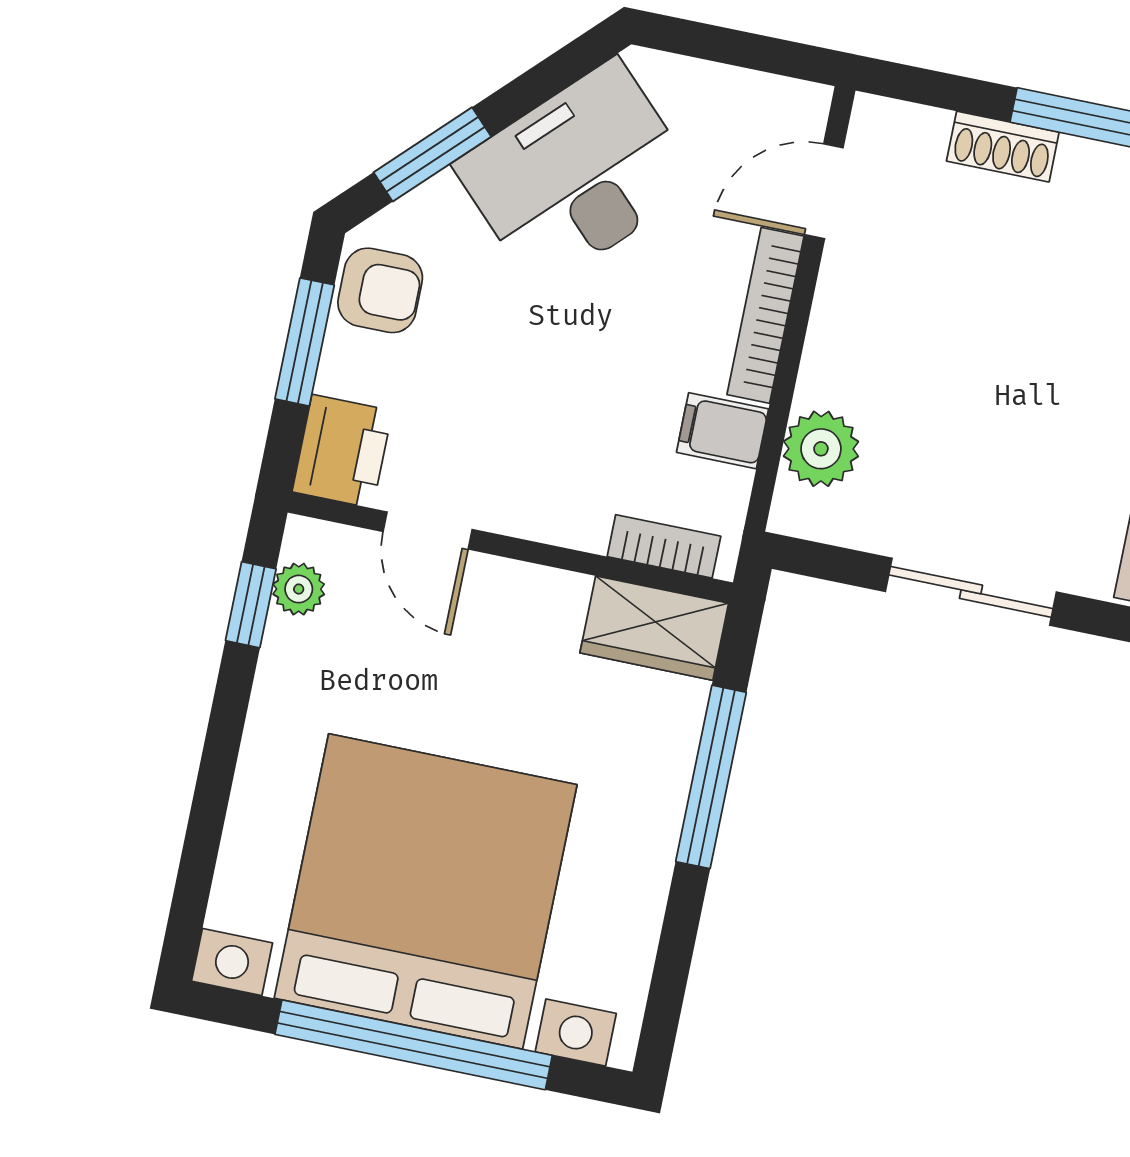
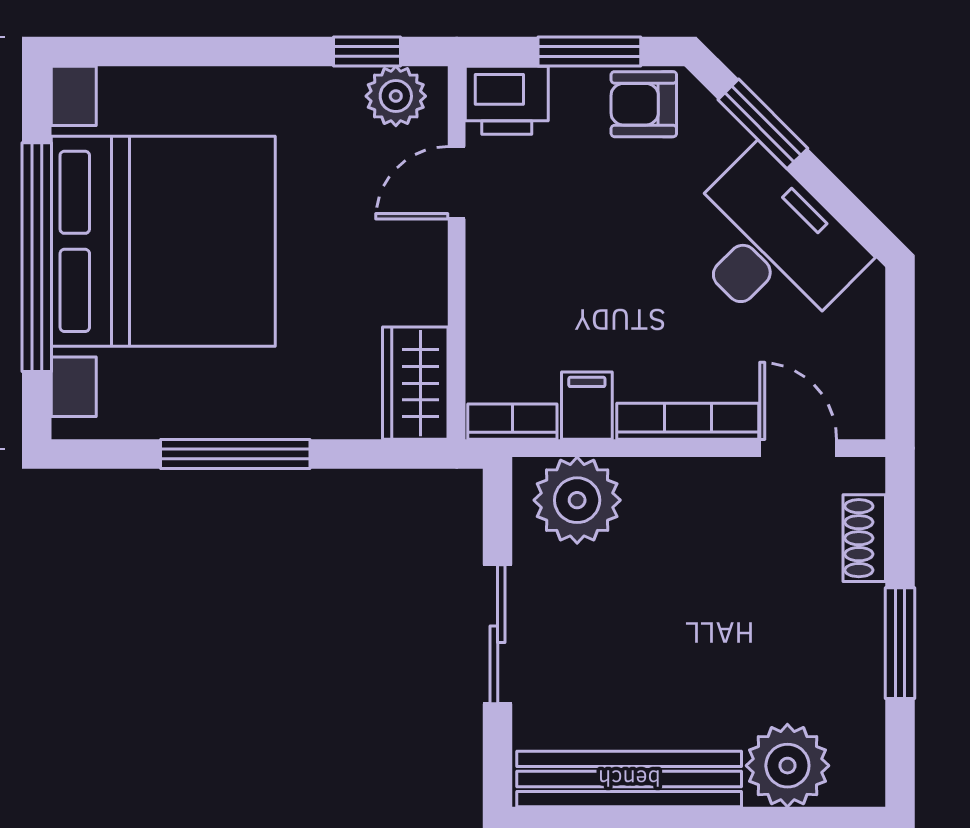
shoe rack: (1003, 147) -> (864, 538), moved
armchair: (380, 290) -> (644, 104), turned 90
plant: (821, 449) -> (577, 500), width x1.36, depth x1.36
bookcase: (664, 546) -> (512, 422), moved, turned -90
plant: (299, 589) -> (396, 96), width x1.38, depth x1.38
window: (711, 777) -> (235, 454), moved

